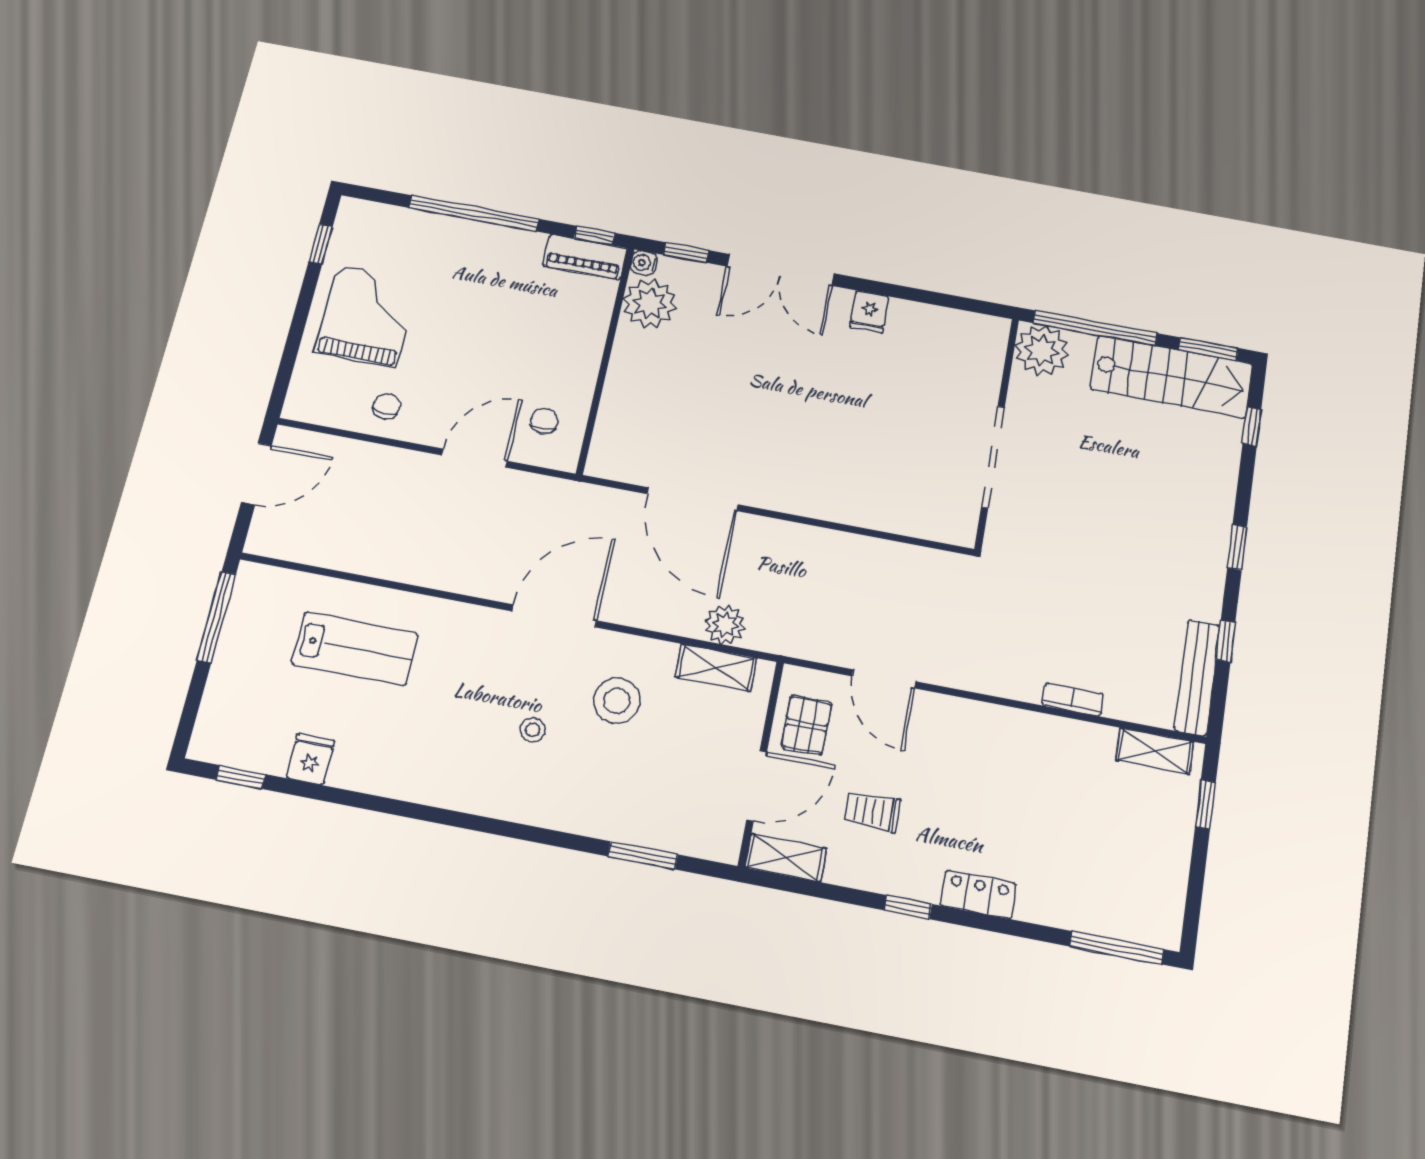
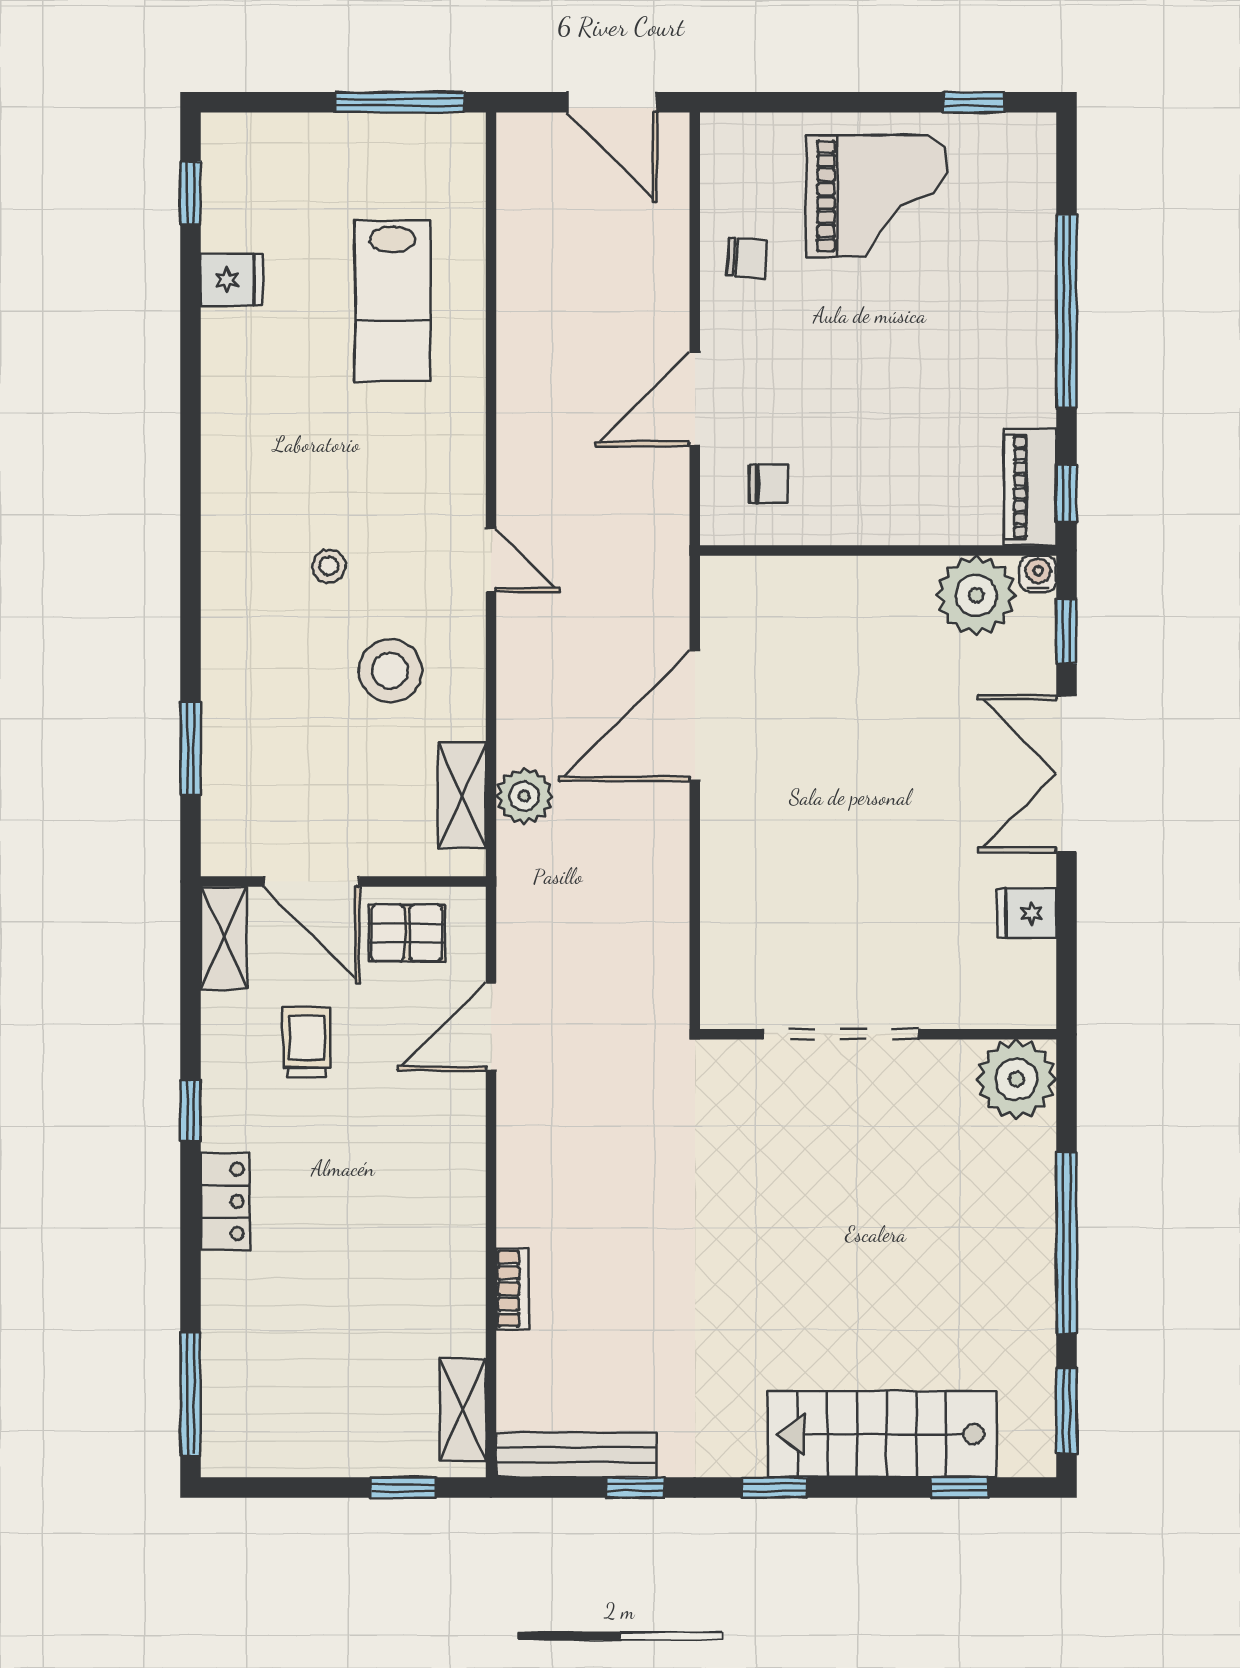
plant: (1042, 350) -> (1016, 1079), moved
stairs: (1171, 377) -> (882, 1434), moved, turned 90
wall: (997, 433) -> (878, 1034), moved
doorway: (993, 457) -> (841, 1034), moved
door: (475, 458) -> (695, 399), swing flipped
door: (554, 616) -> (491, 560), width x0.53

